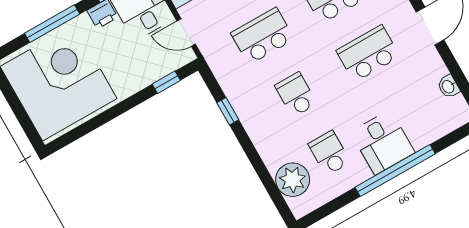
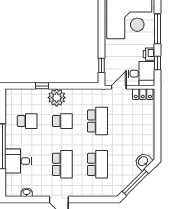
window: (228, 111) -> (42, 86), moved
desk: (383, 142) -> (18, 161), moved
plant: (293, 180) -> (57, 98), moved

